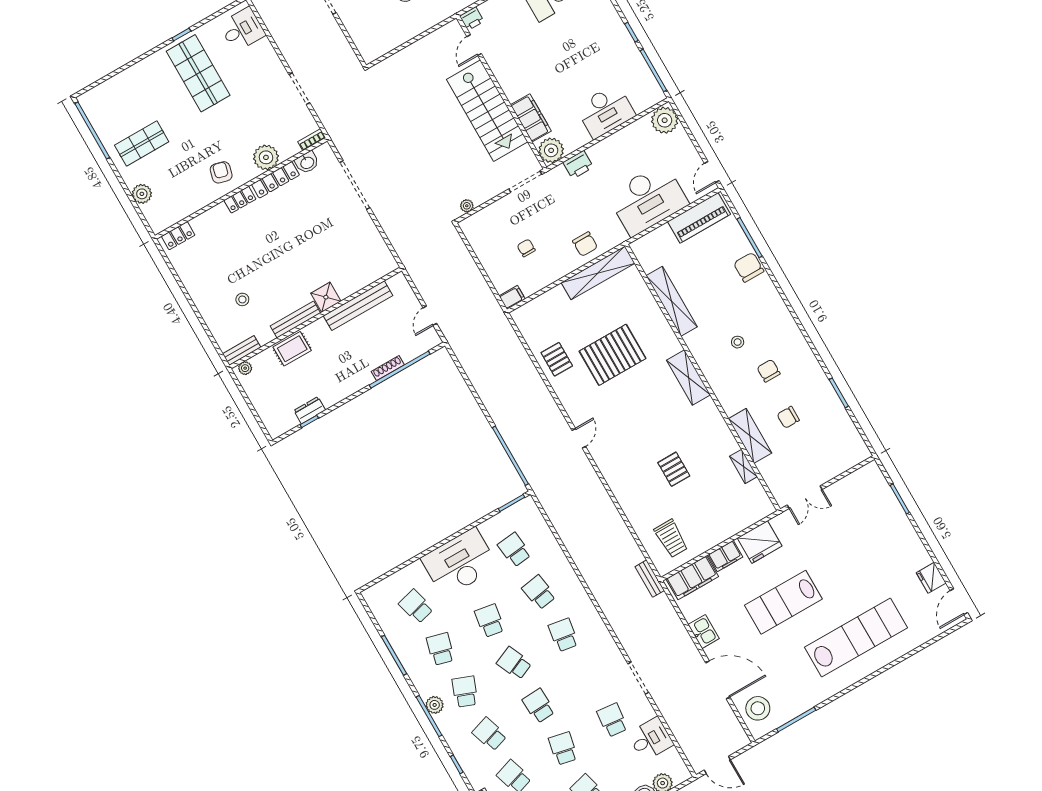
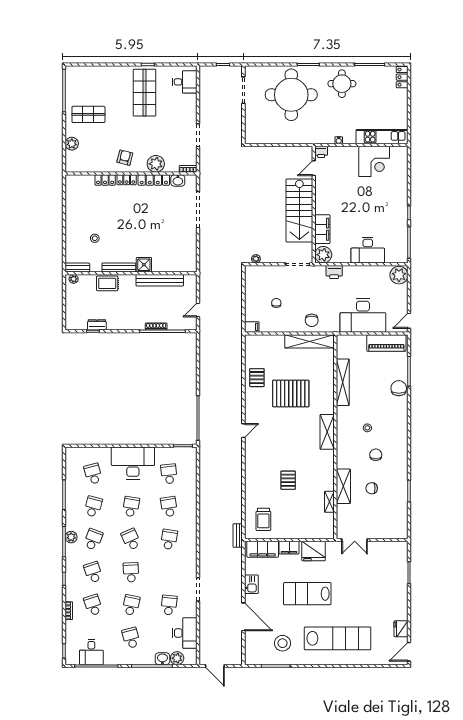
locker: (178, 236) -> (105, 180), moved
stool: (758, 708) -> (283, 643), moved
desk: (651, 739) -> (185, 633), width x1.37

